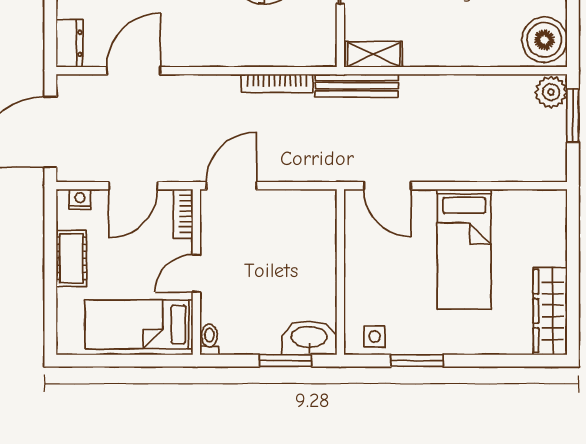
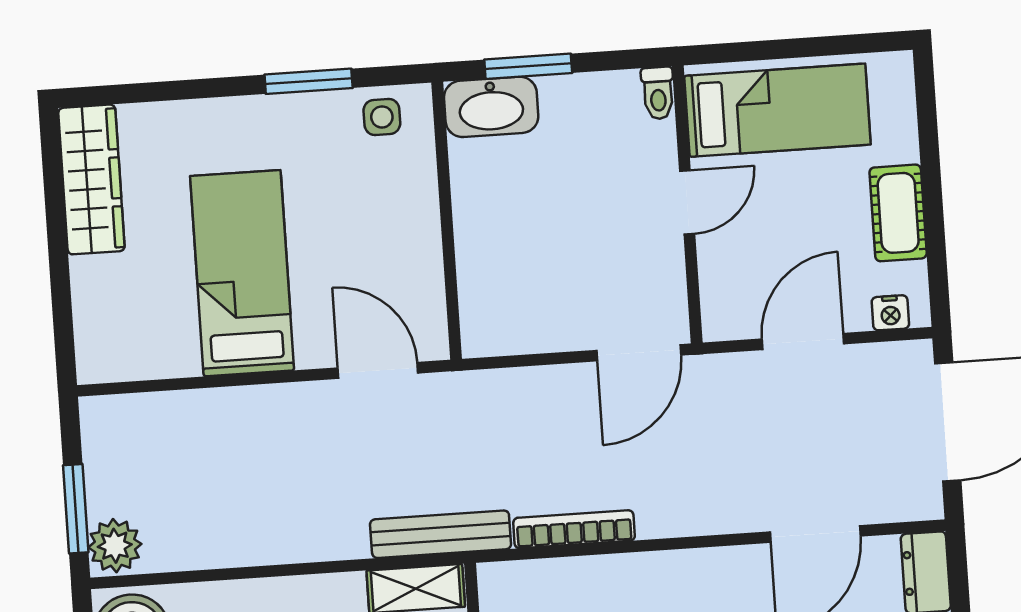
bookcase: (183, 214) -> (716, 300), removed

